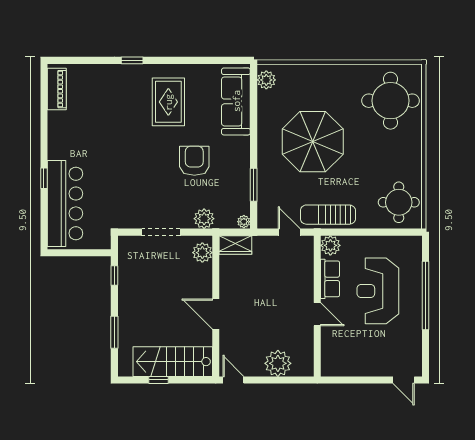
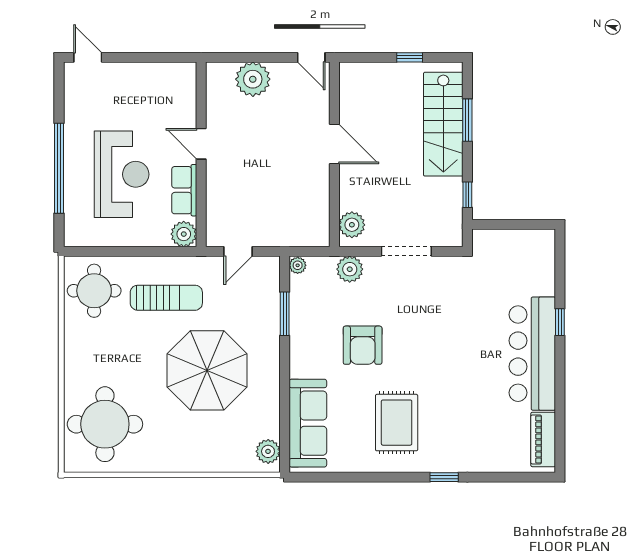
bar counter: (65, 203) -> (532, 354), moved
sun lounger: (328, 215) -> (166, 298), moved
door: (289, 232) -> (238, 251), hinge flipped
wardrobe: (235, 245) -> (309, 235), removed
stairs: (173, 362) -> (443, 124), moved, turned 90

